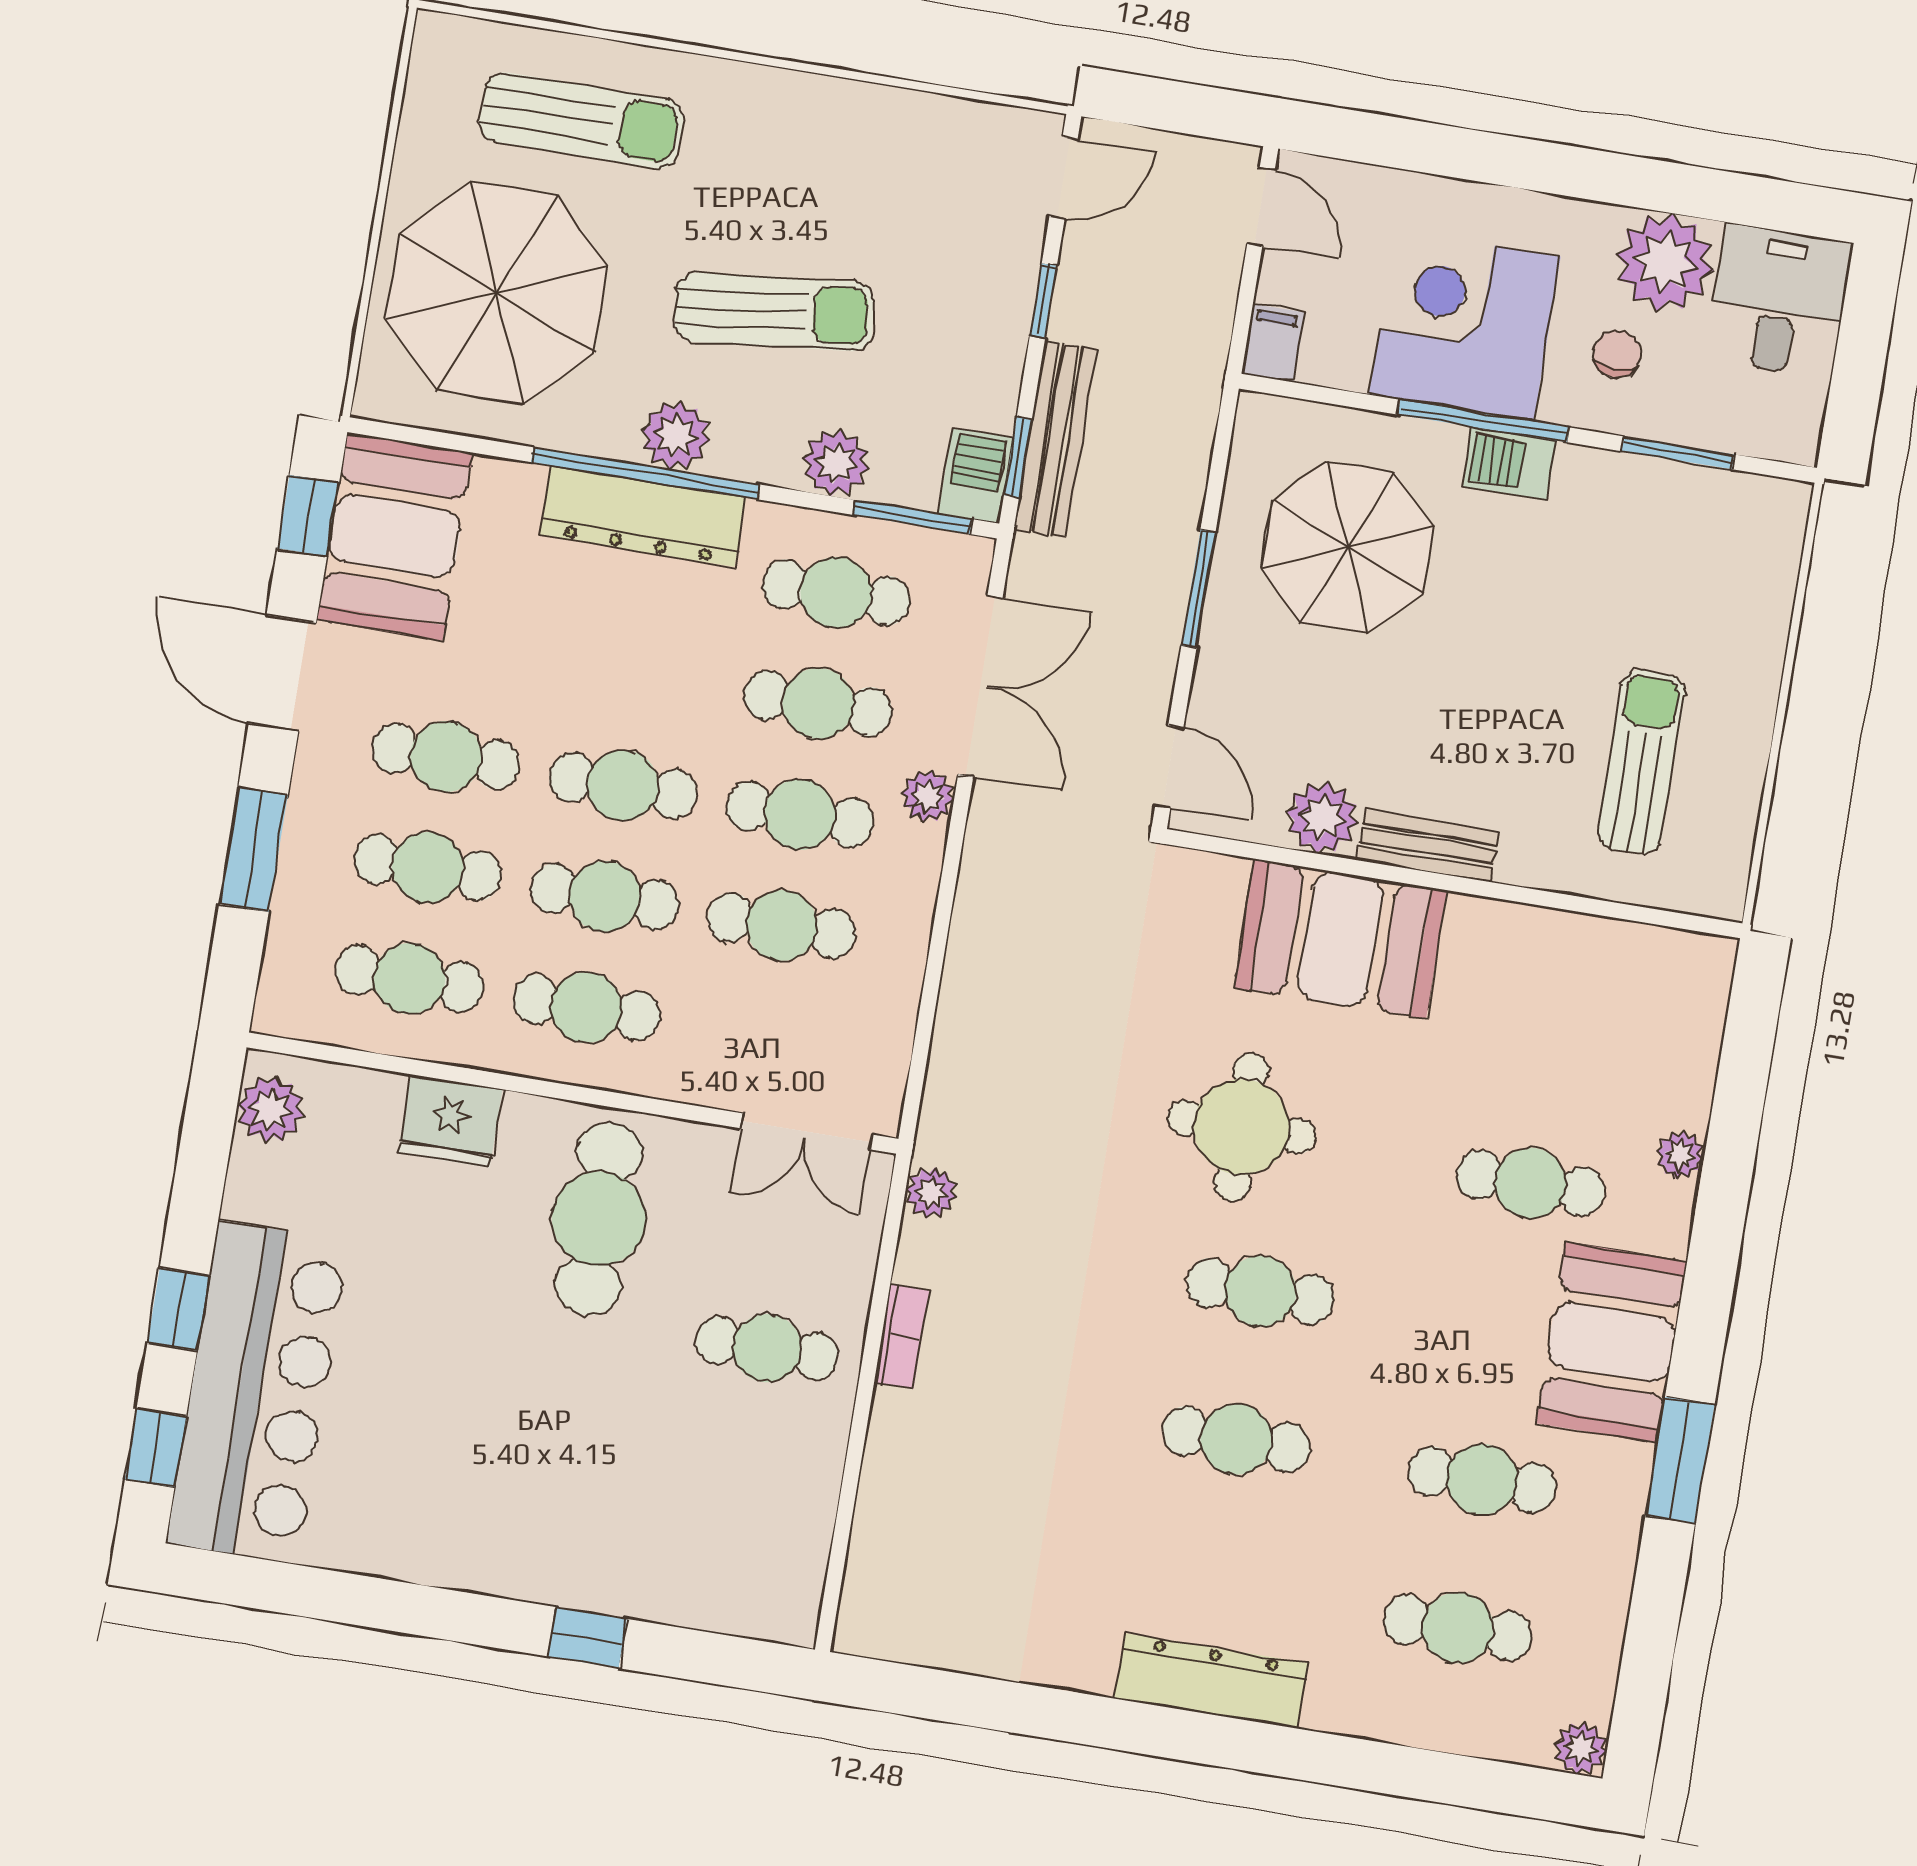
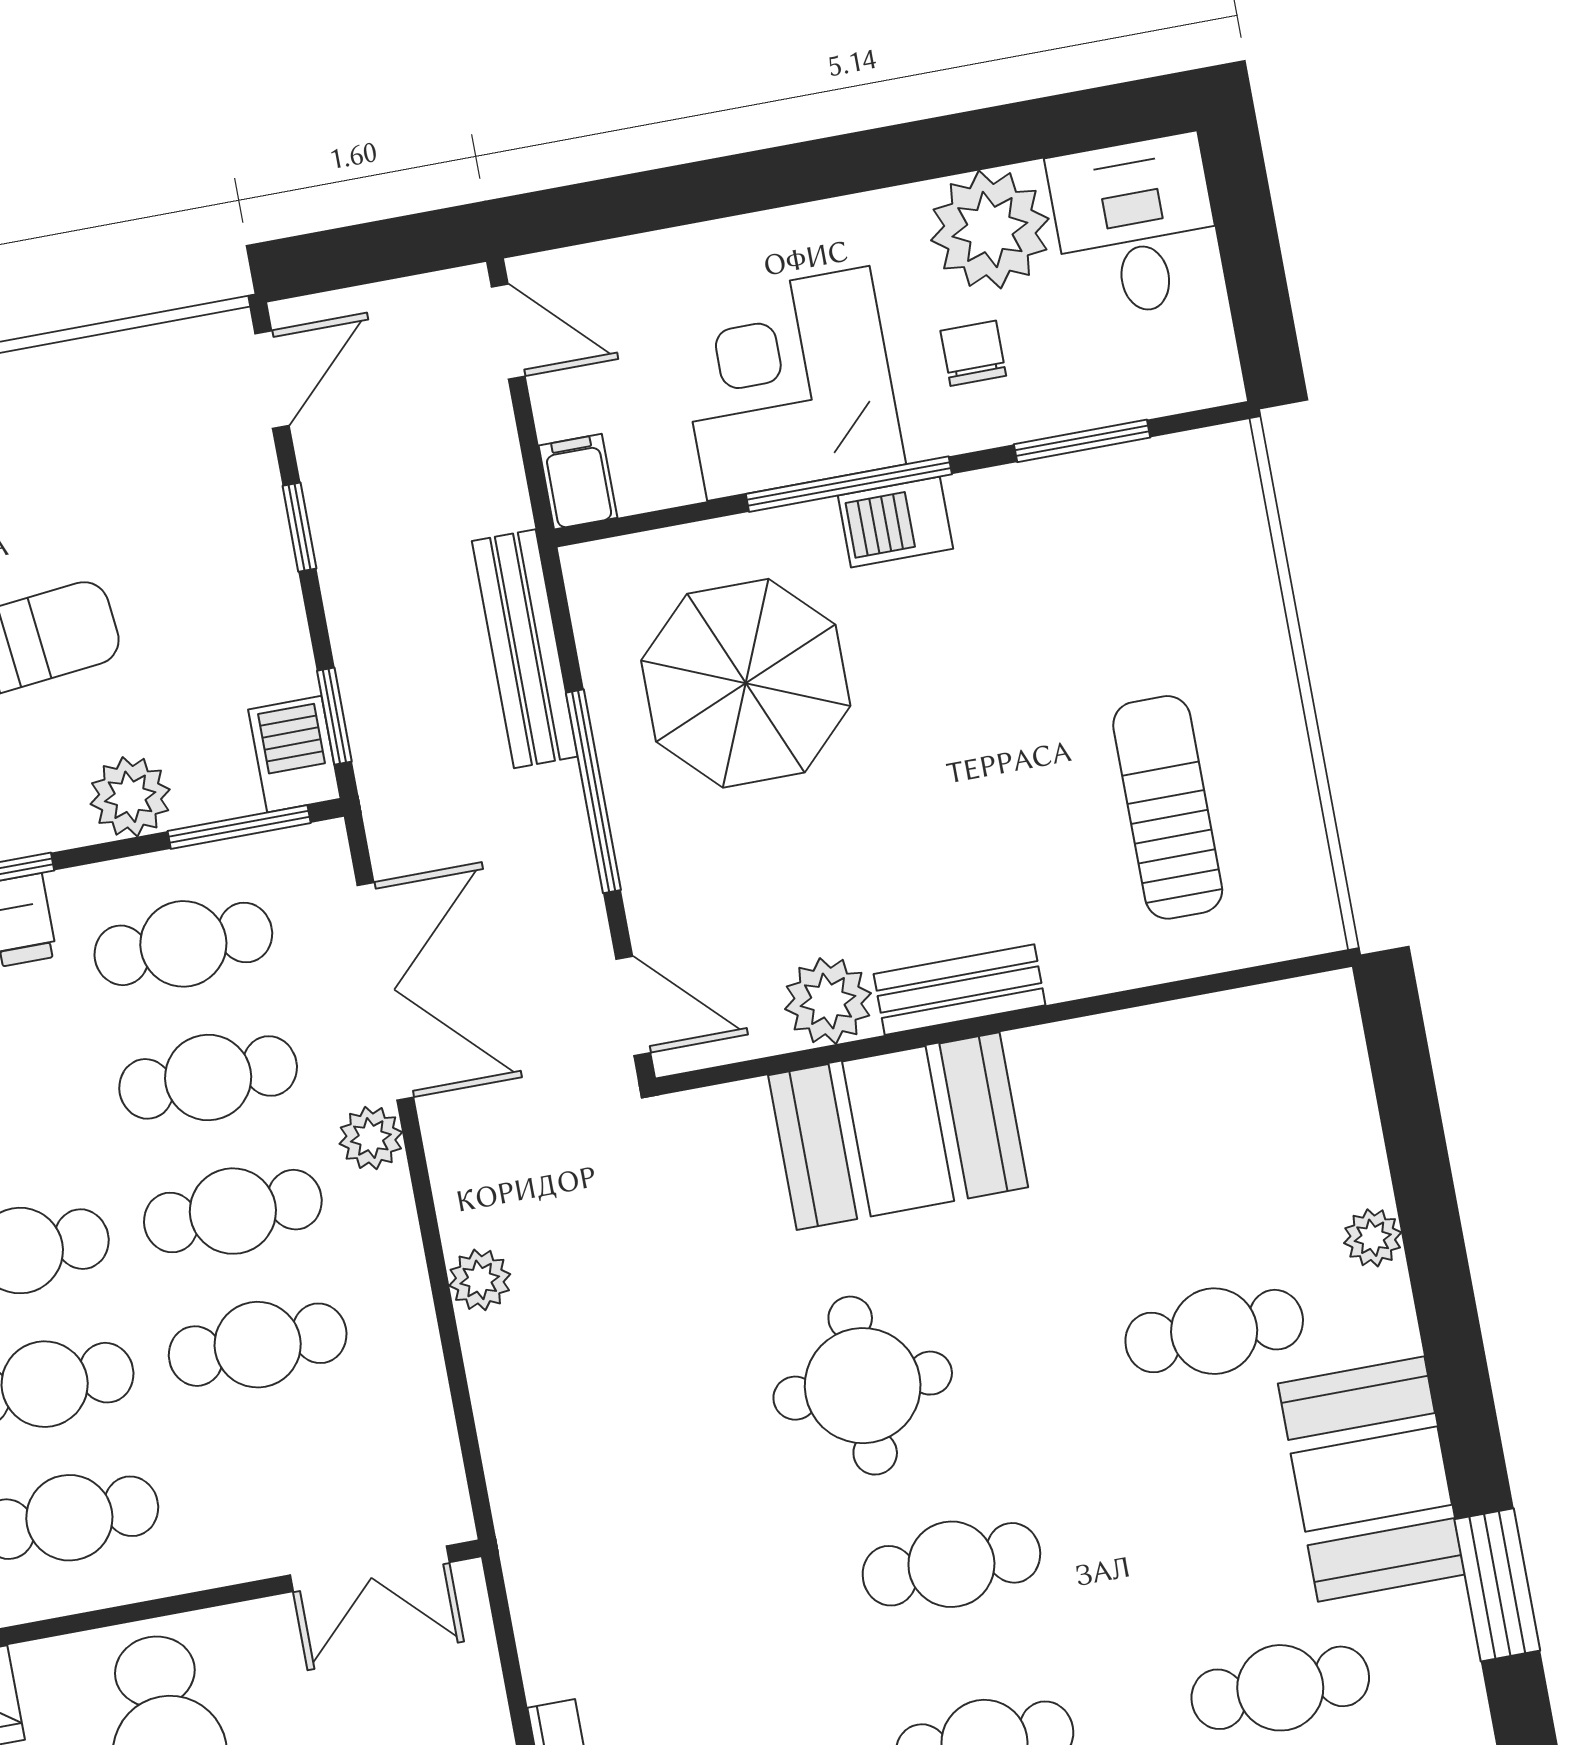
bench: (1055, 439) -> (525, 649), moved
window: (1198, 589) -> (593, 791), width x1.44
plant: (931, 1193) -> (480, 1280), moved

